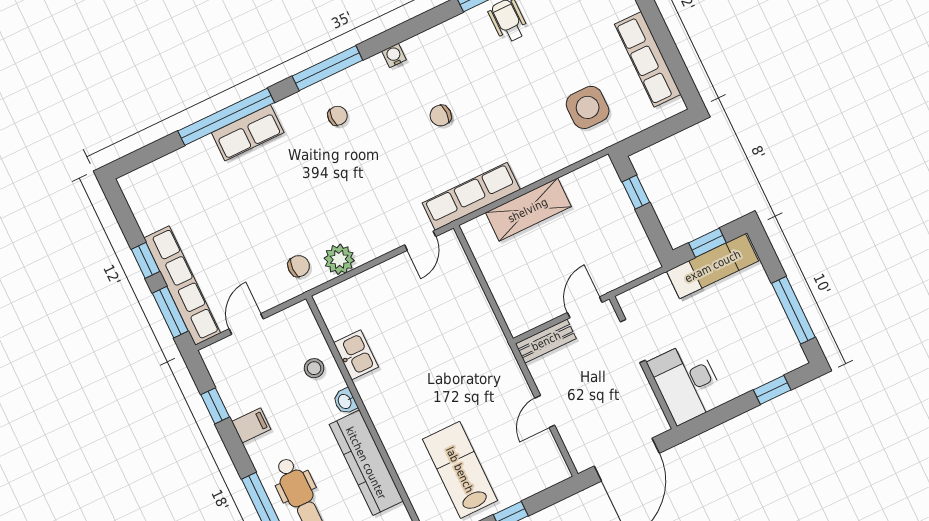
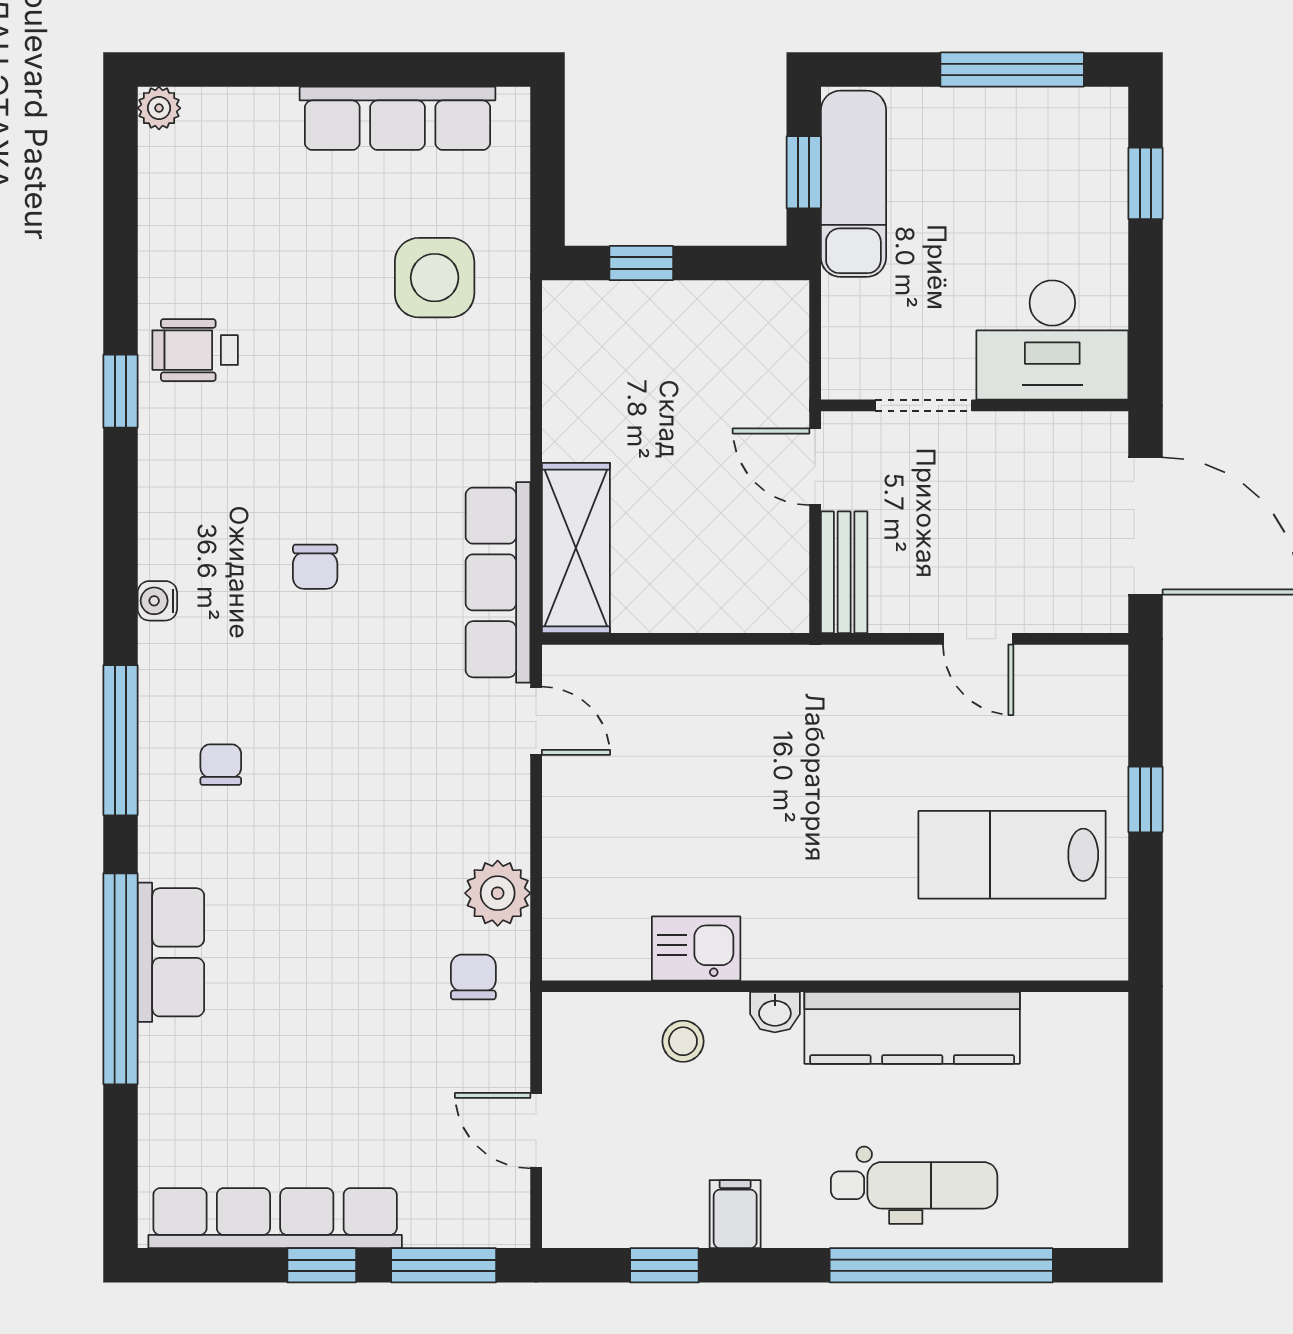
shelving: (528, 210) -> (576, 548), moved
row of seats: (182, 286) -> (275, 1218), moved

